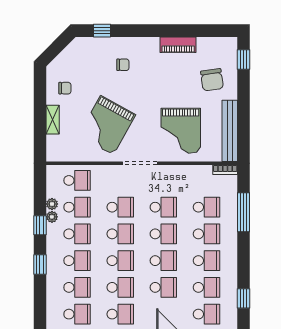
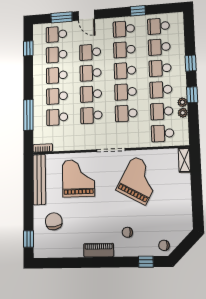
piano: (178, 45) -> (99, 250), moved
chair: (65, 88) -> (164, 245), moved
shelving: (53, 120) -> (184, 160), moved

